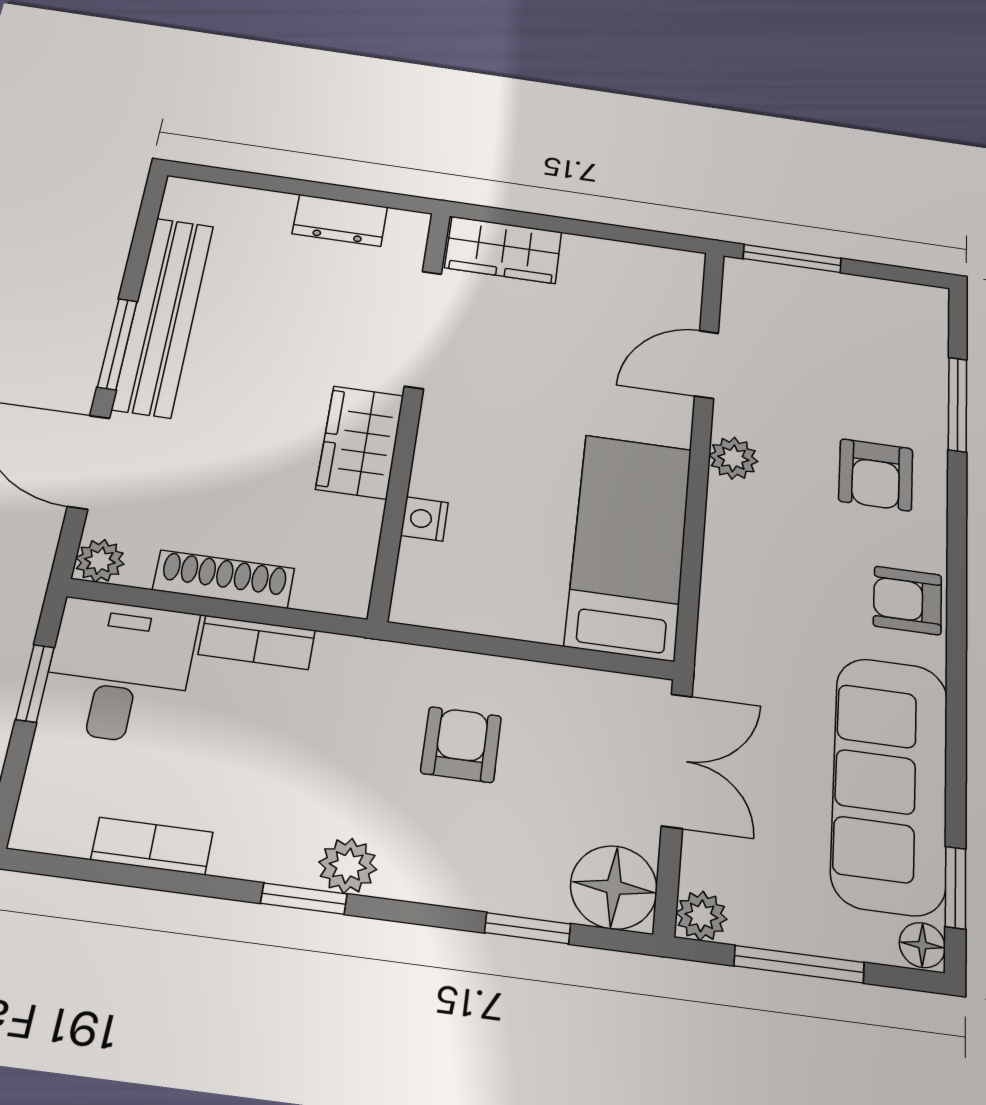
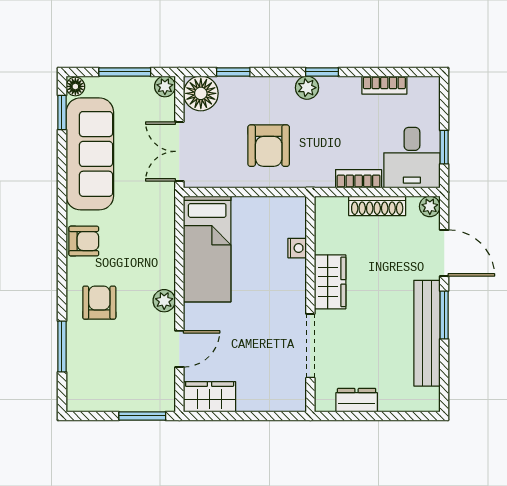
wardrobe: (503, 250) -> (210, 397), moved
armchair: (461, 745) -> (269, 146), width x1.38, depth x1.38

